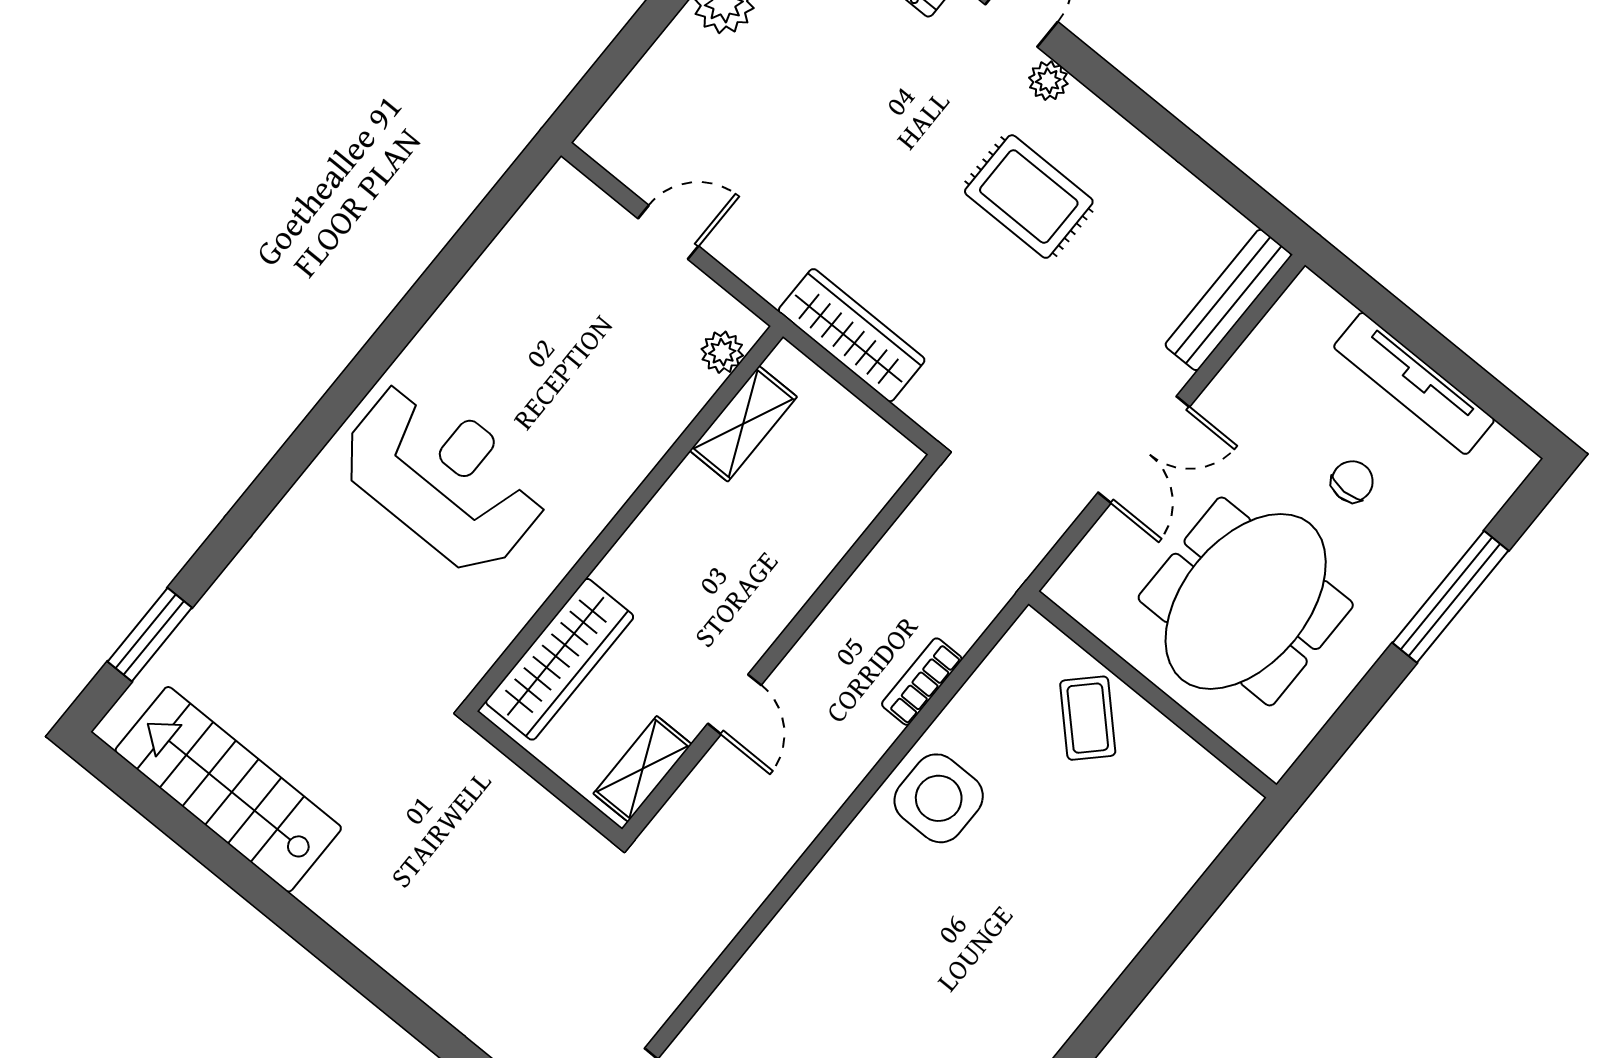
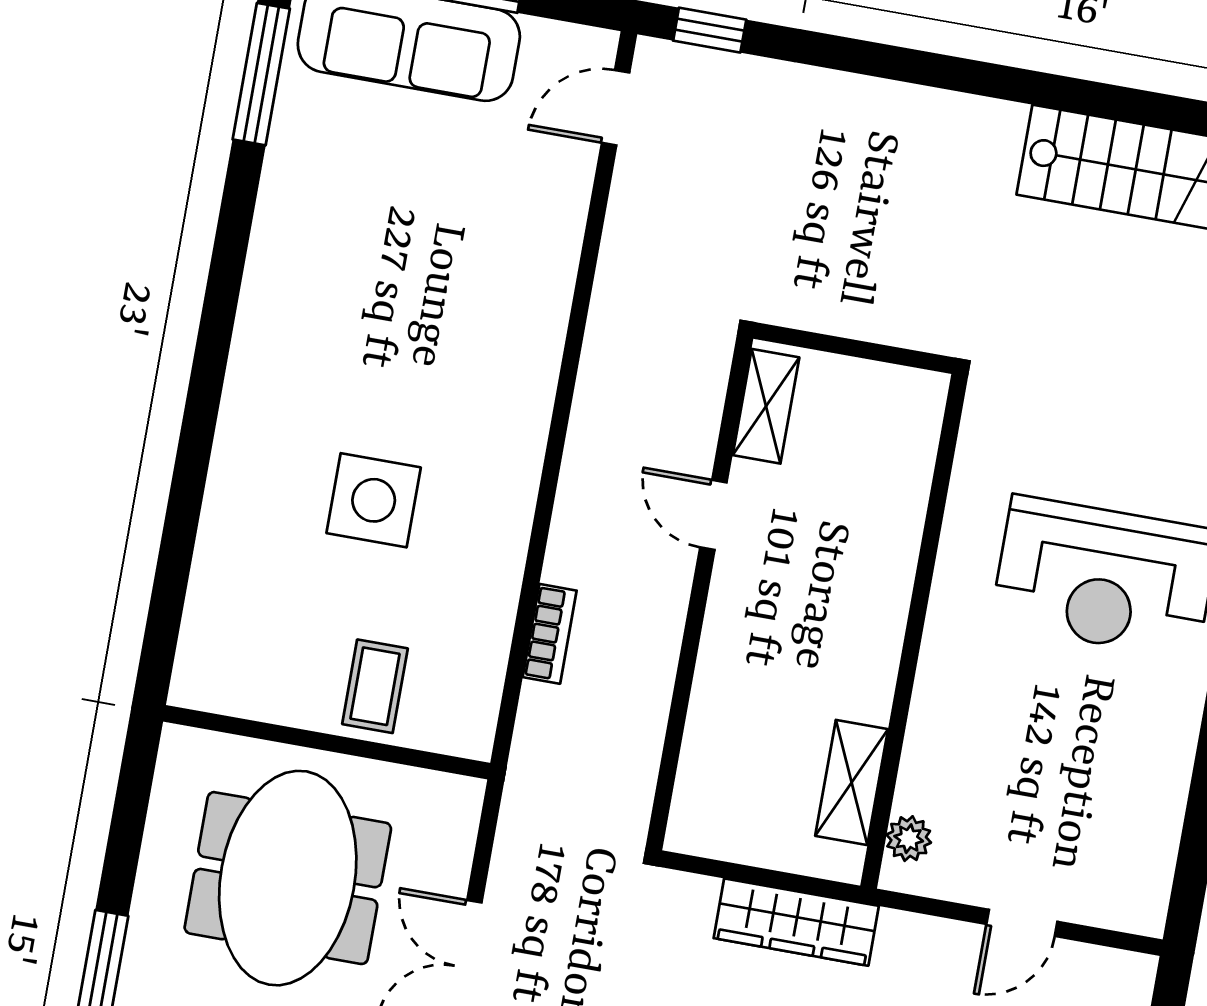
wardrobe: (560, 659) -> (901, 466), removed
coffee table: (1088, 718) -> (375, 686), turned 45
side table: (939, 798) -> (374, 500), moved

